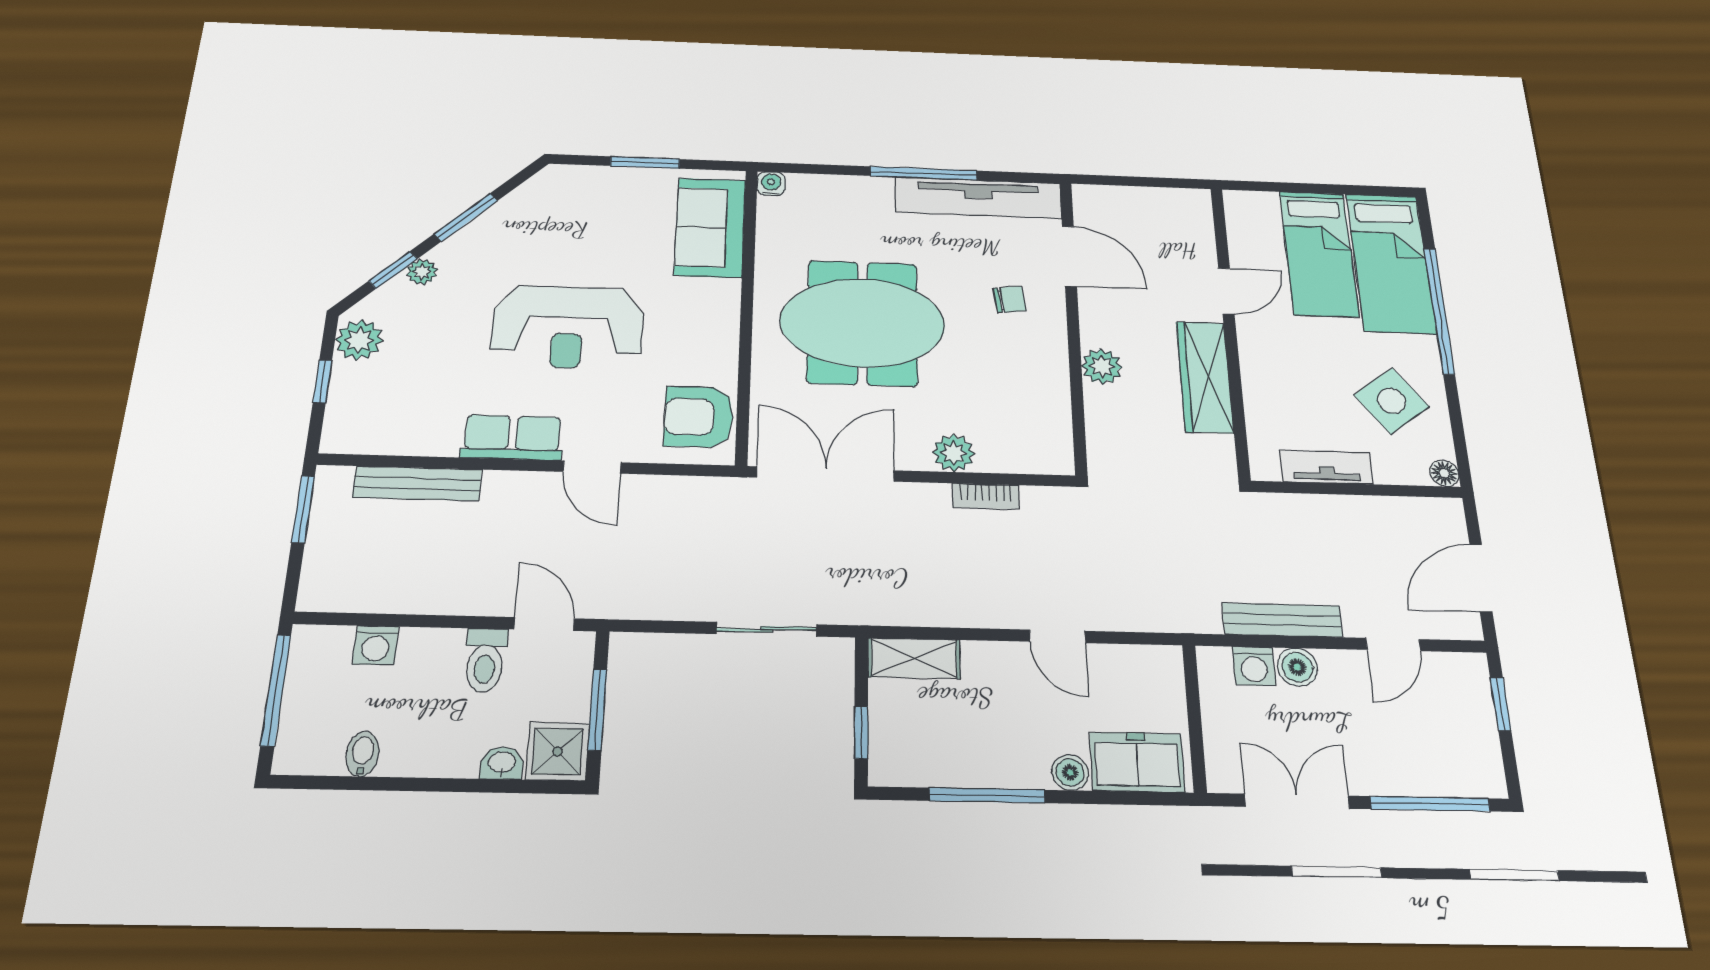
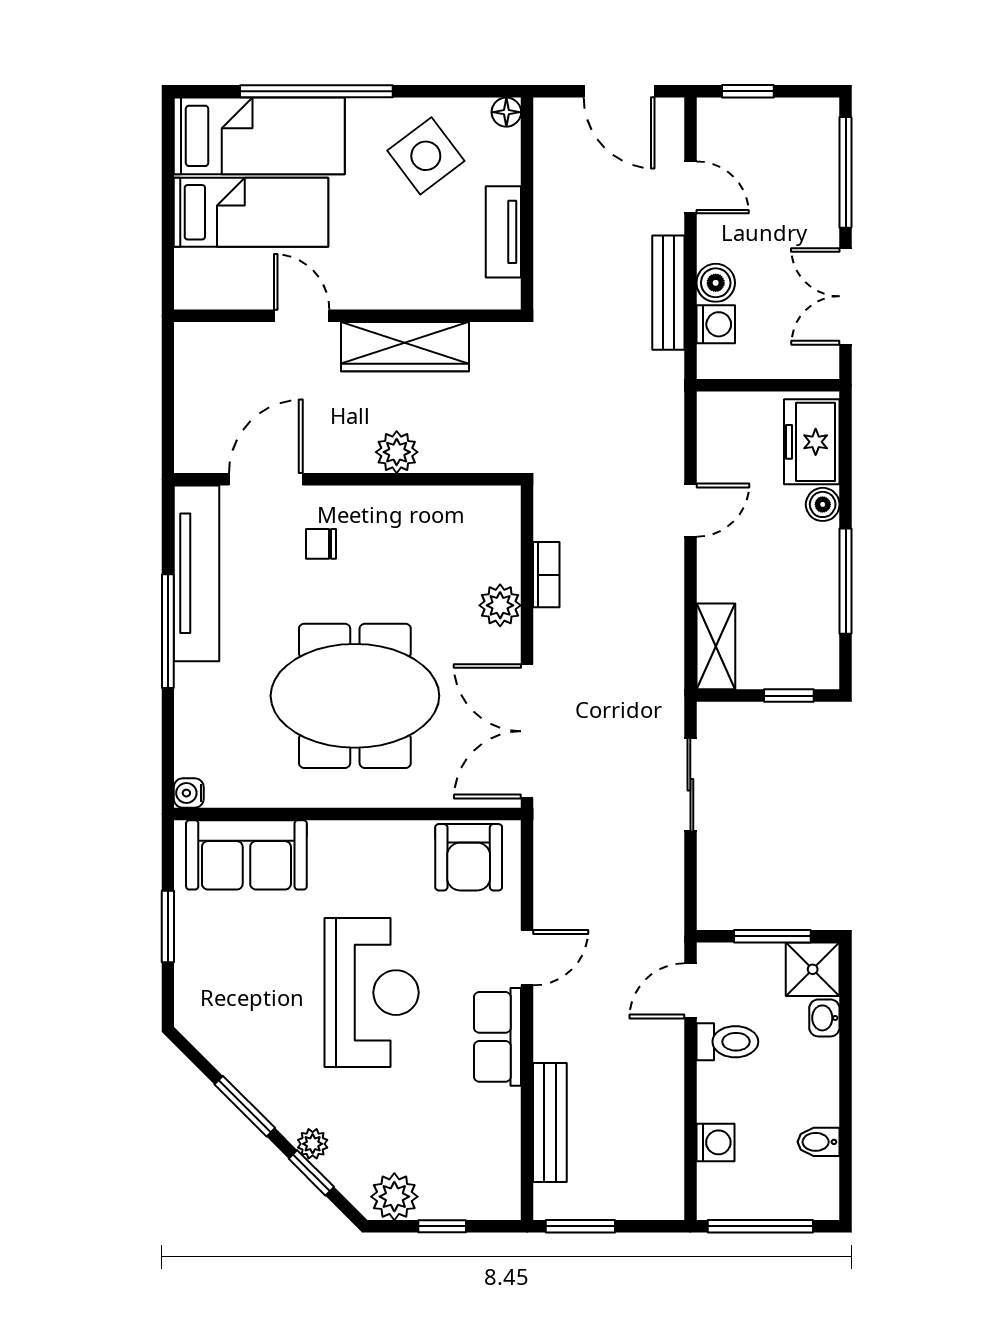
chair: (1010, 299) -> (321, 544), turned -82
meeting table: (862, 323) -> (355, 696), turned 90

